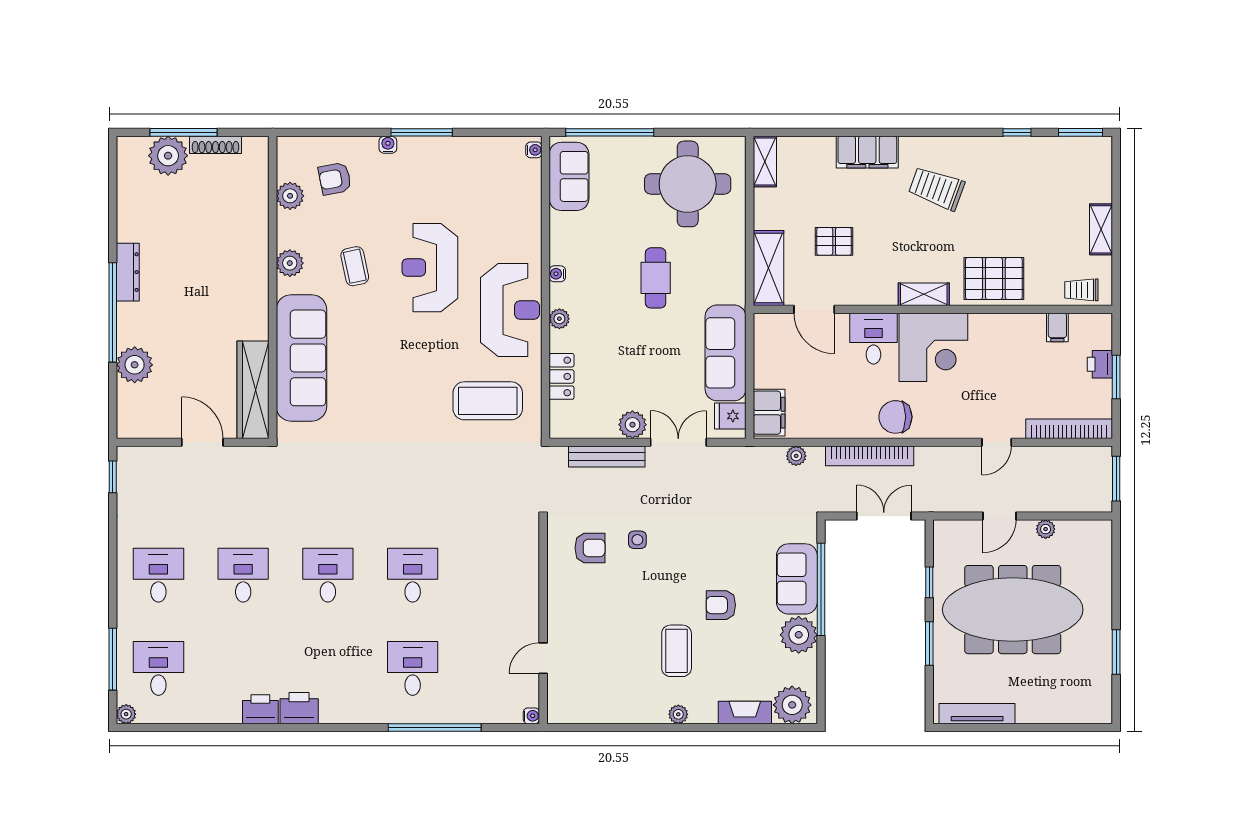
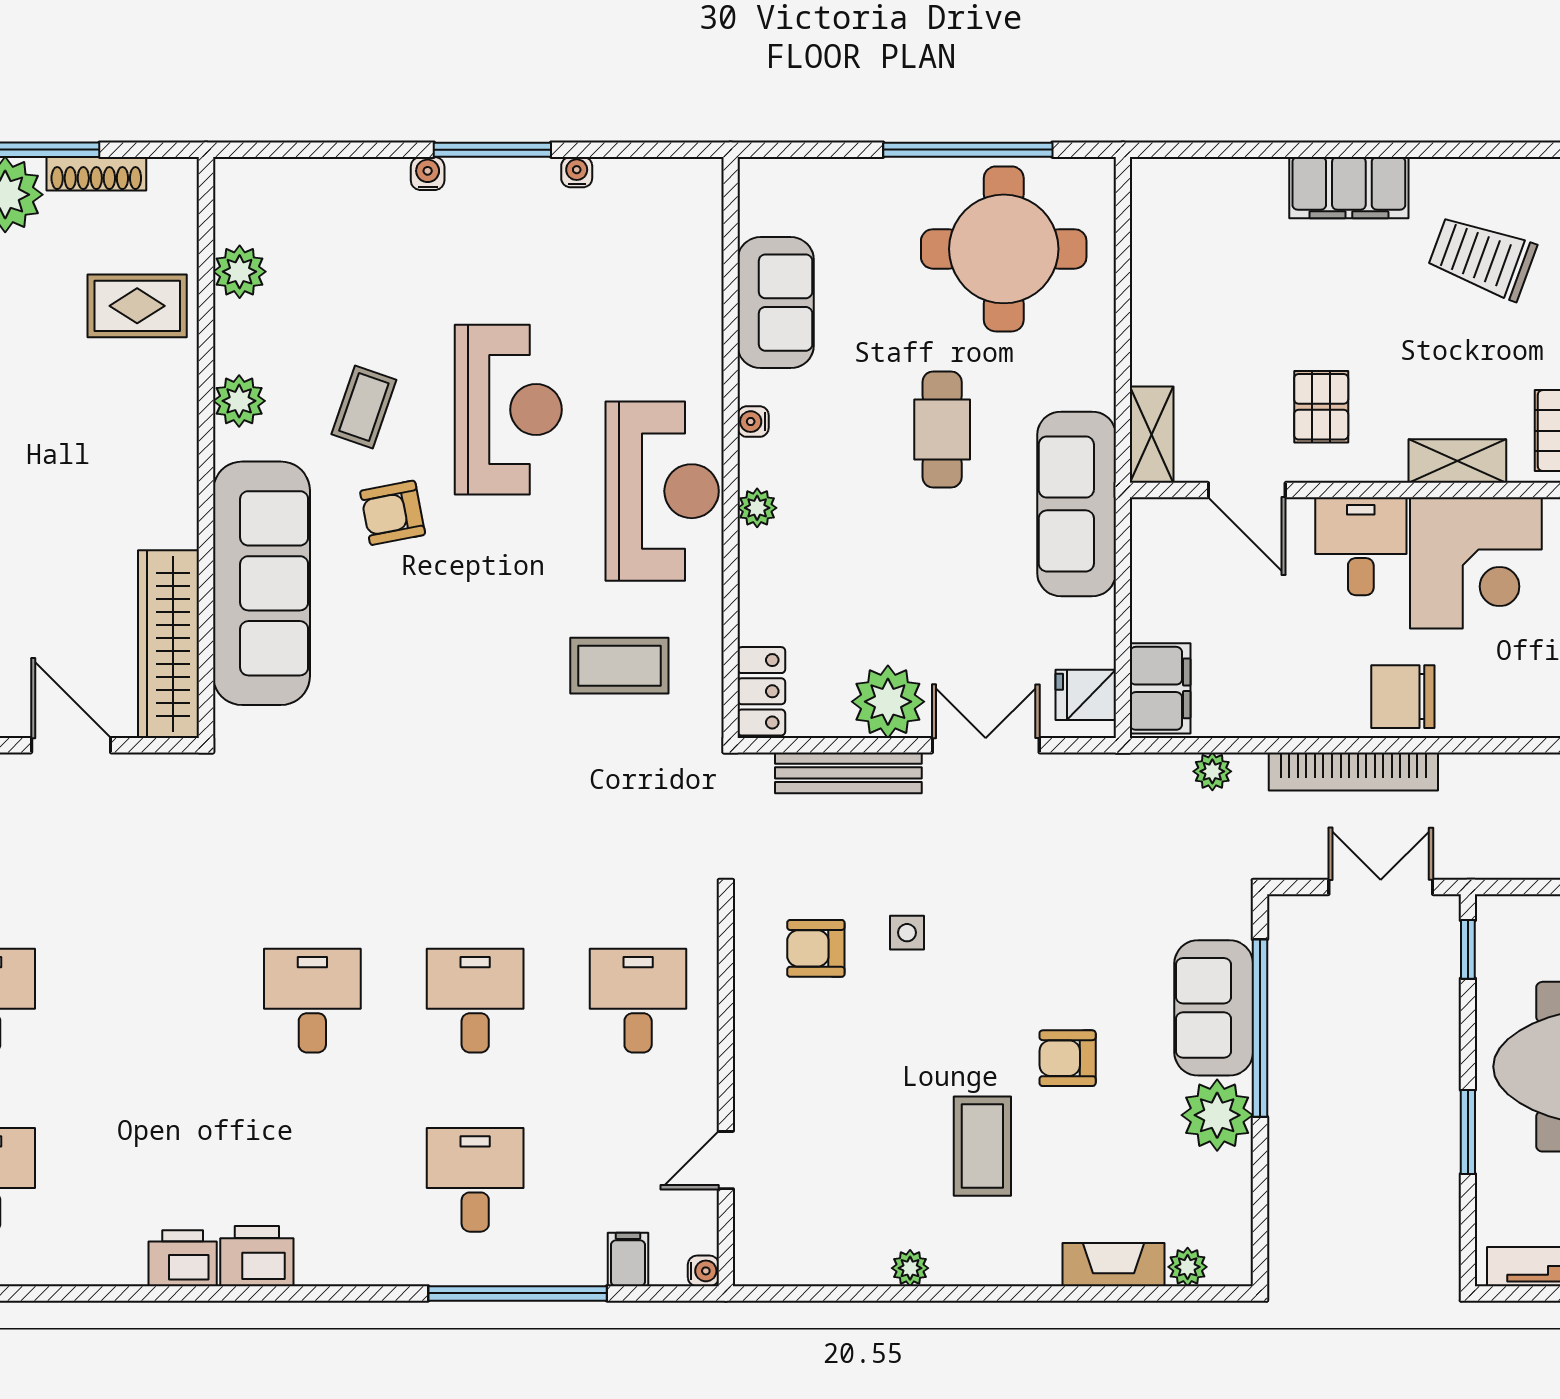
window: (610, 132) -> (968, 150), moved
water cooler: (534, 150) -> (577, 172), moved, turned -90
shelving: (765, 161) -> (1152, 206), removed
sofa: (569, 176) -> (776, 303), moved
armchair: (335, 179) -> (393, 513), moved
rug: (237, 214) -> (137, 306), added
pallet: (834, 241) -> (1321, 407), moved, turned 90
coffee table: (355, 266) -> (364, 407), turned 31
reception desk: (430, 268) -> (508, 410), turned 180
shelving: (768, 268) -> (1152, 435), width x0.67, depth x0.75
sofa: (726, 353) -> (1077, 504), moved
locker: (562, 376) -> (761, 691), moved
coffee table: (488, 401) -> (619, 666), width x0.73, depth x0.76
plant: (632, 425) -> (888, 702), width x1.36, depth x1.36
armchair: (590, 548) -> (816, 948), turned 180
desk: (243, 575) -> (638, 1001), moved
window: (929, 582) -> (1468, 949), moved
plant: (792, 705) -> (1188, 1267), width x0.53, depth x0.53
filing cabinet: (492, 710) -> (628, 1259), added
plant: (678, 714) -> (910, 1268), moved

